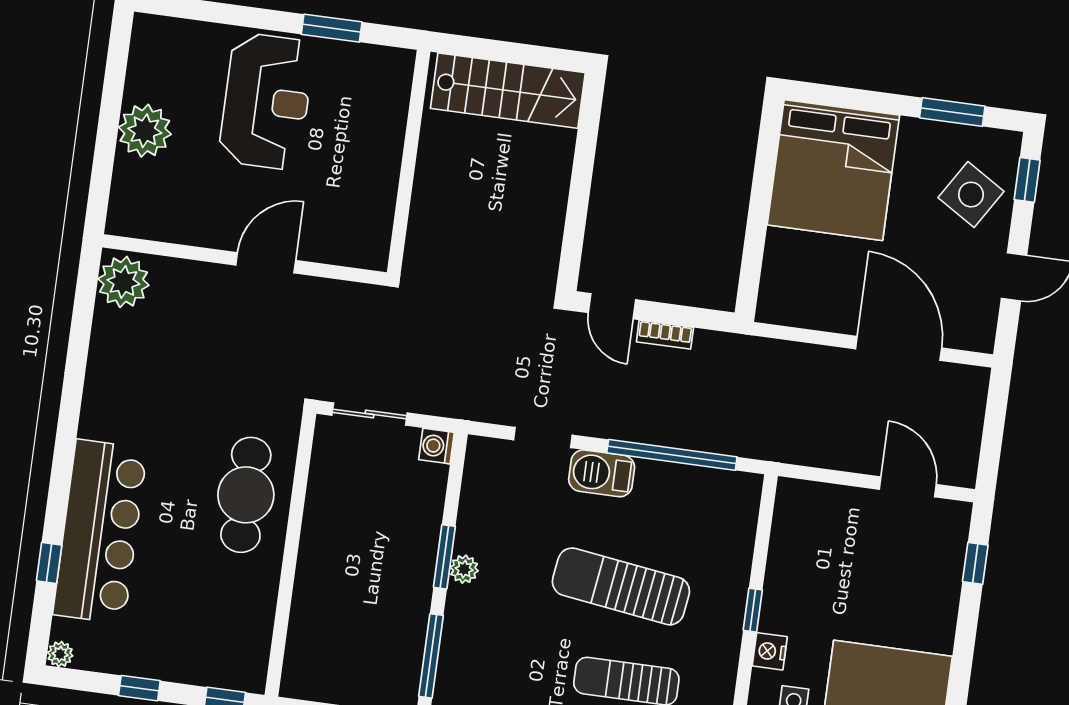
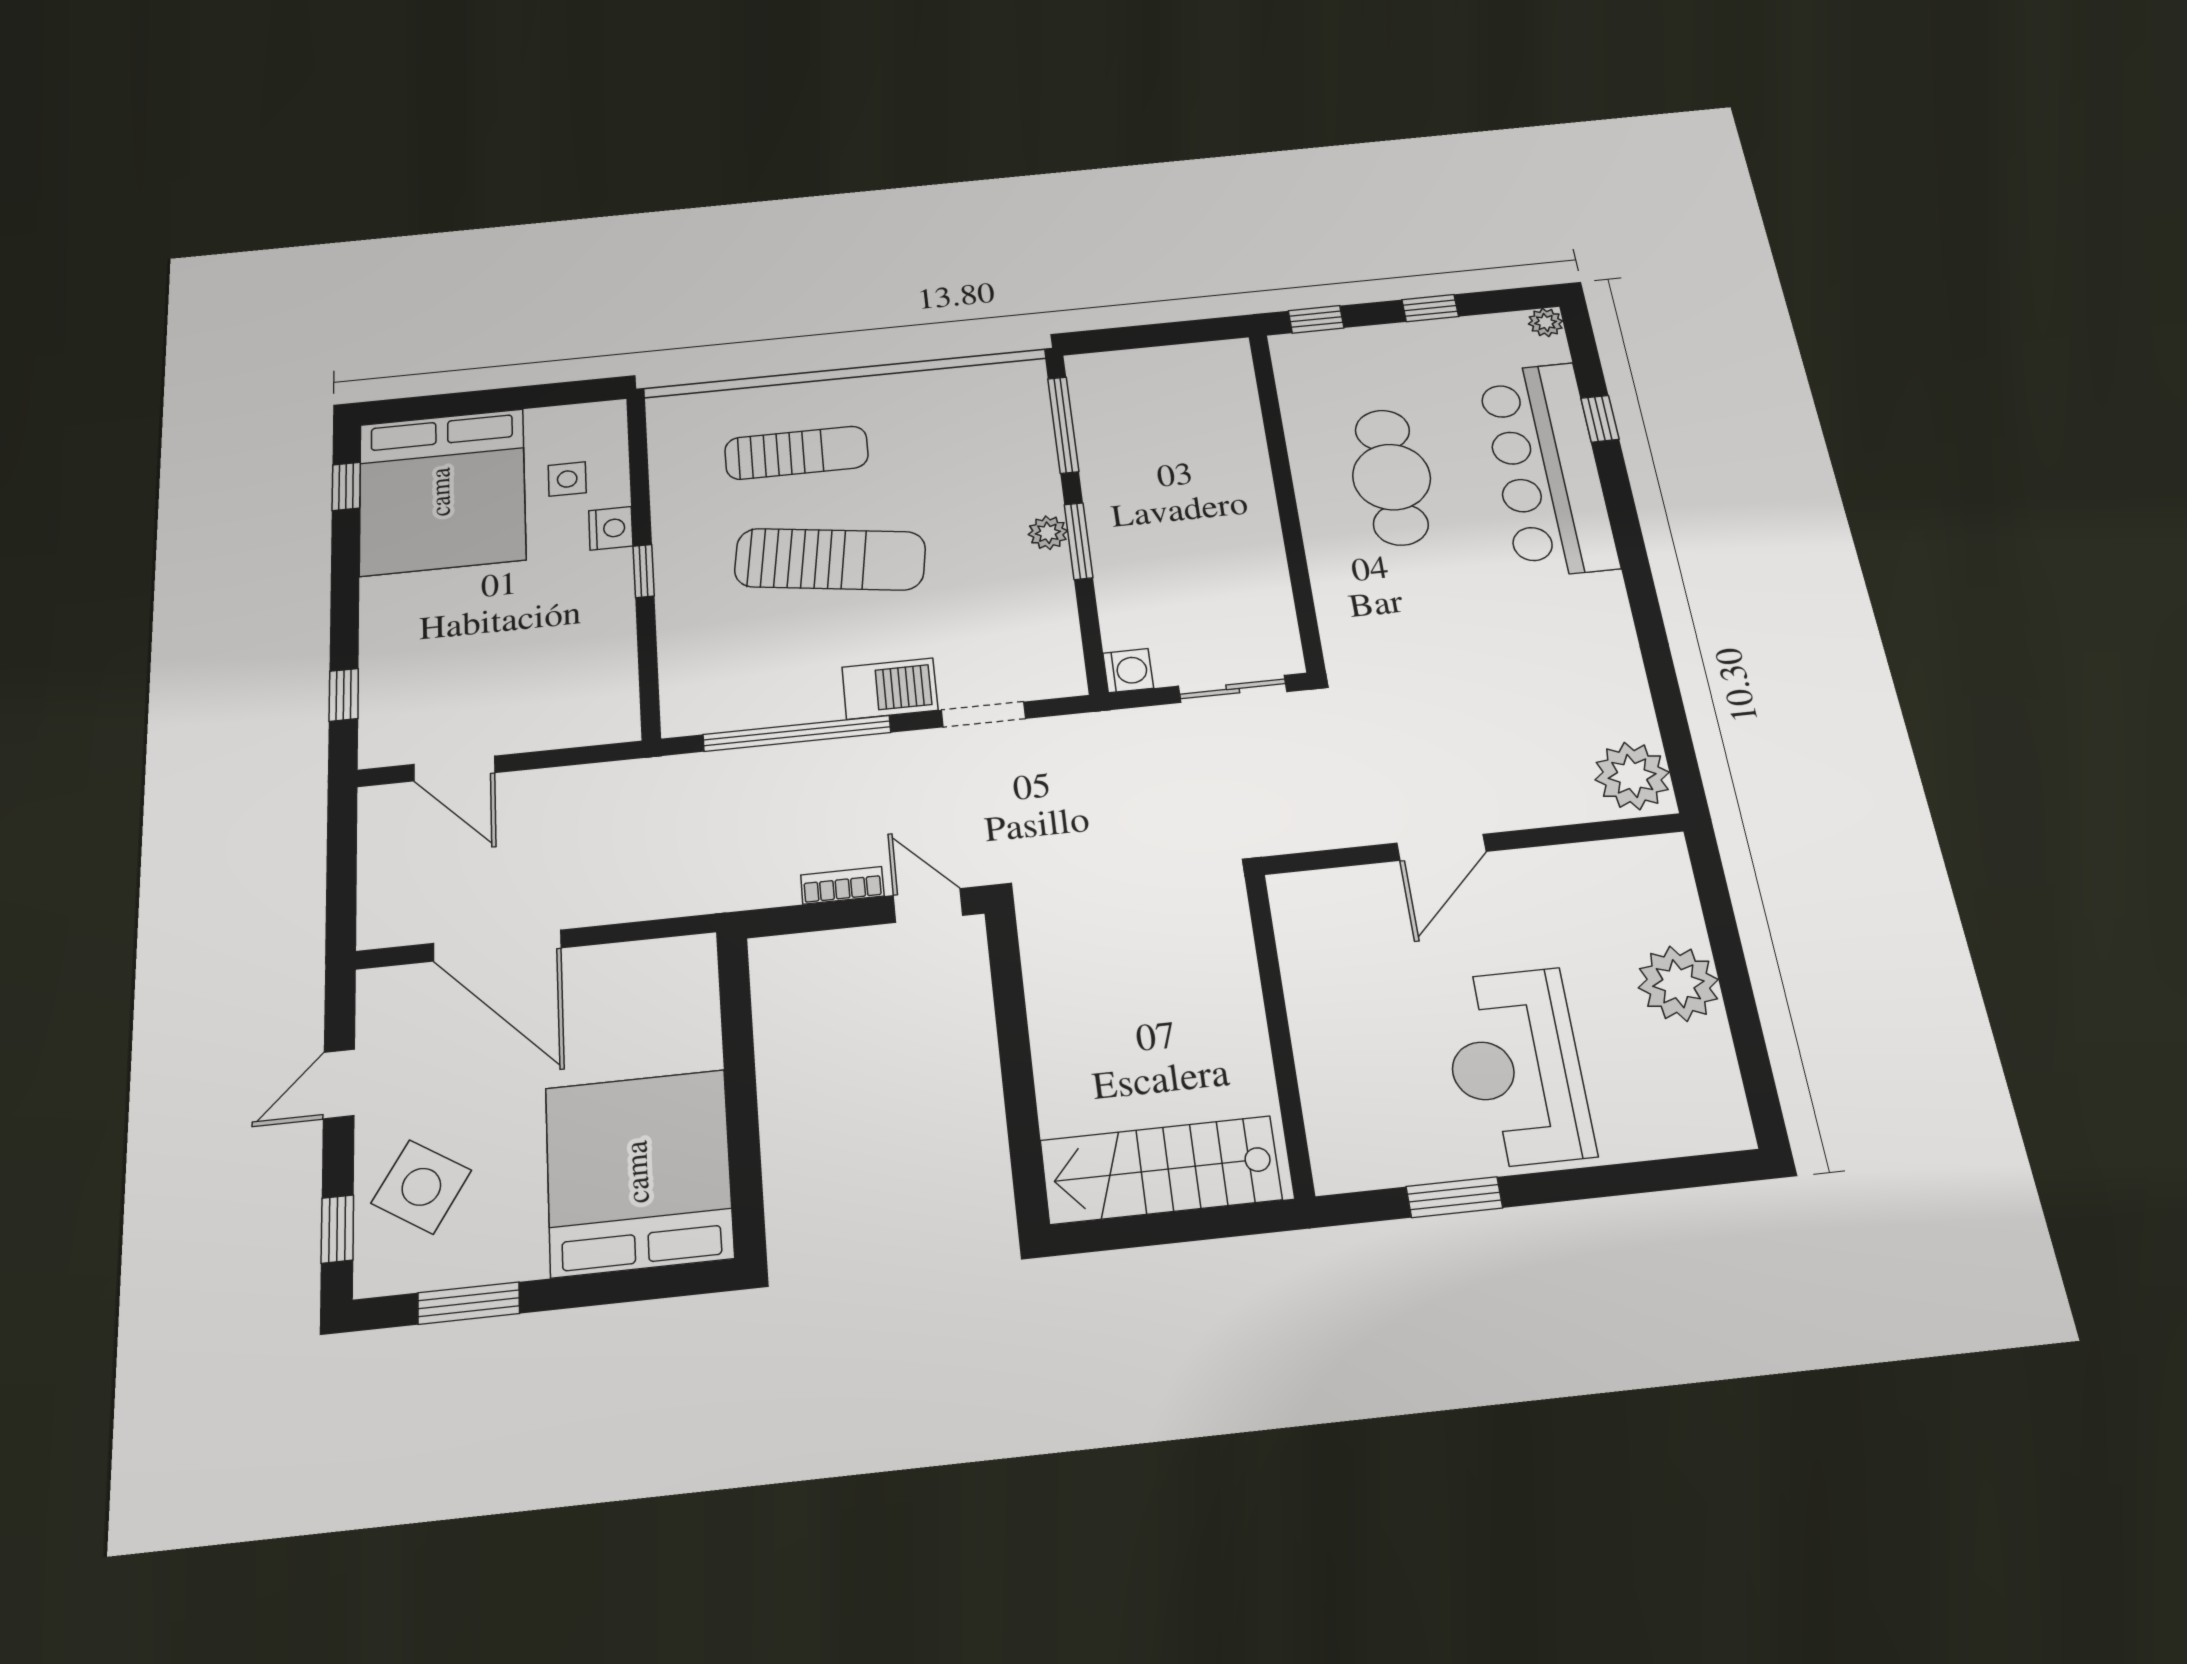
cafe table: (246, 495) -> (1392, 477), moved

